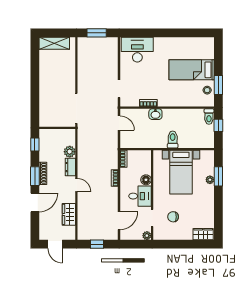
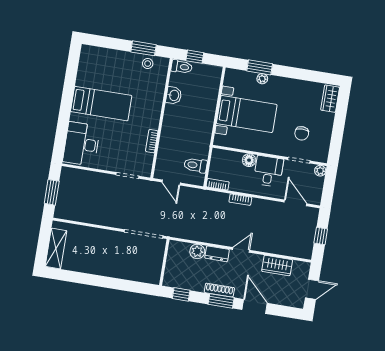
bed: (192, 70) -> (101, 104), moved, turned -90
washbasin: (155, 114) -> (174, 95), moved
door: (119, 123) -> (171, 183), swing flipped
toilet: (173, 140) -> (196, 165), moved

